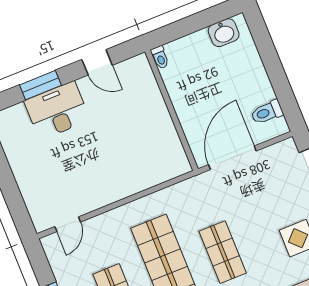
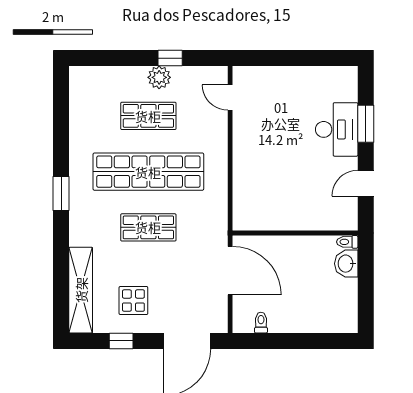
washbasin: (224, 33) -> (346, 264), moved
toilet: (267, 112) -> (261, 323), width x0.73, depth x0.72

